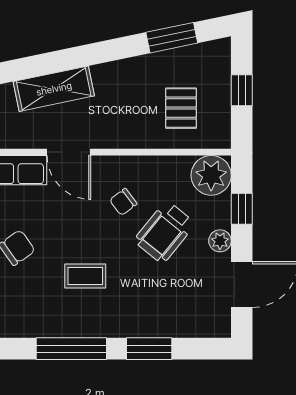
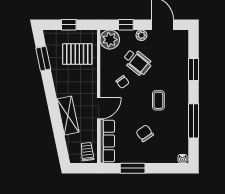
pallet: (181, 108) -> (77, 54), width x1.50, depth x1.42
window: (71, 349) -> (193, 121), moved

